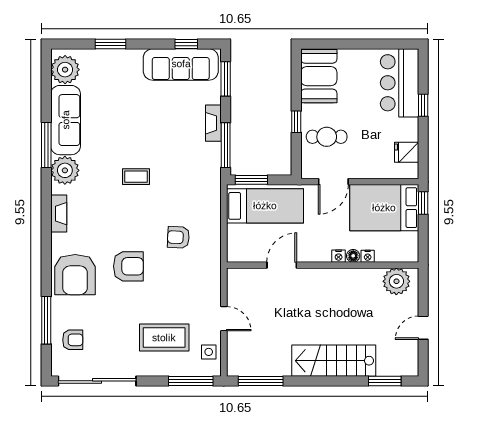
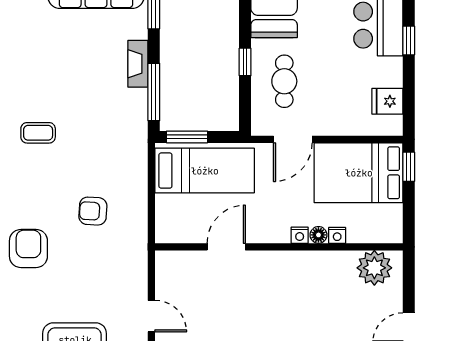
cafe table: (327, 137) -> (284, 81), turned 90
armchair: (128, 266) -> (28, 248), turned -90

